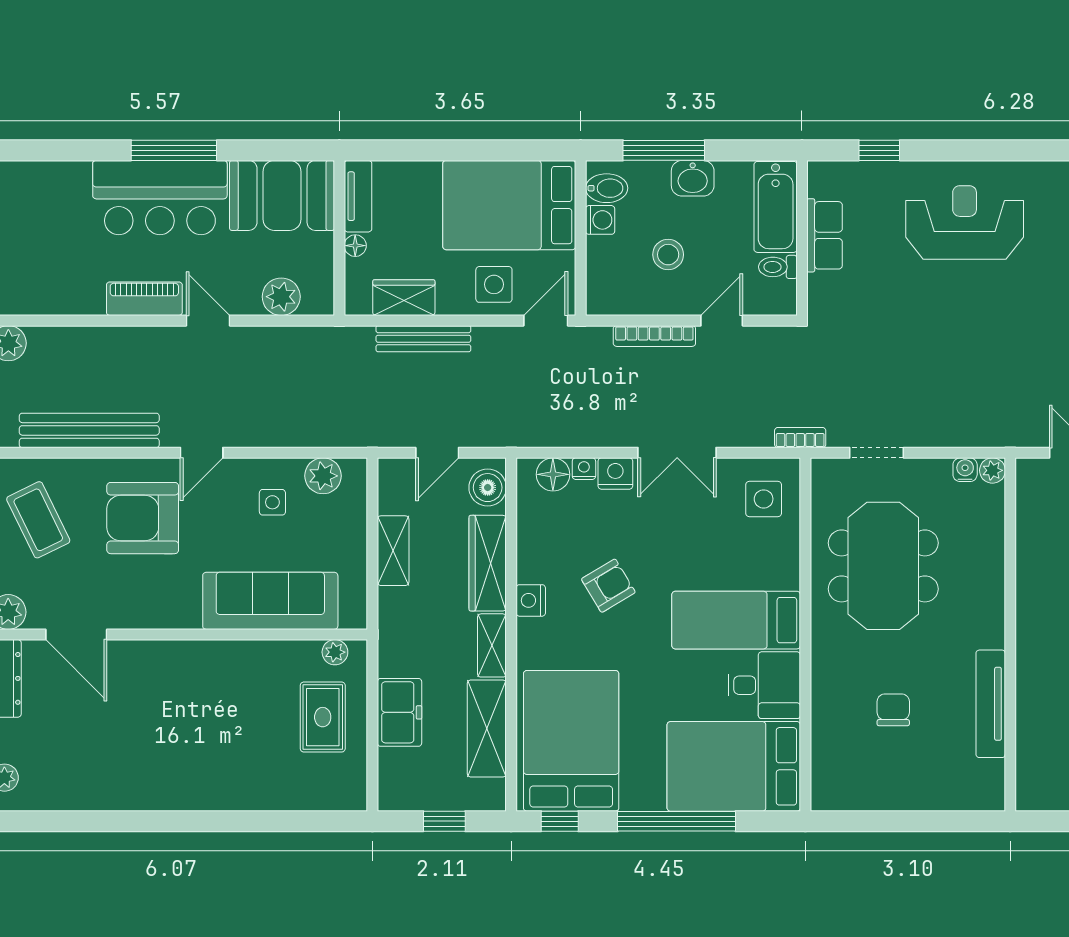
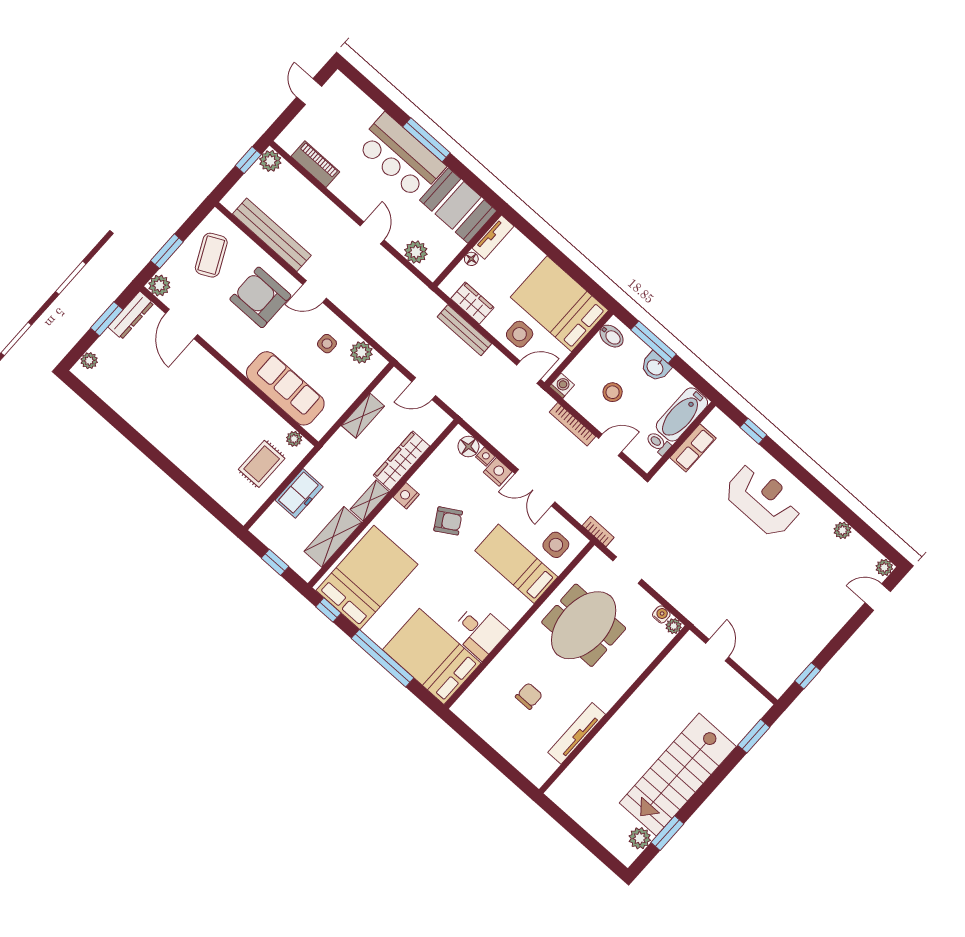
washing machine: (600, 220) -> (562, 386), moved, turned -90
piano: (144, 299) -> (315, 164), moved
boiler: (488, 488) -> (433, 426), removed
bed: (736, 620) -> (516, 564), moved

